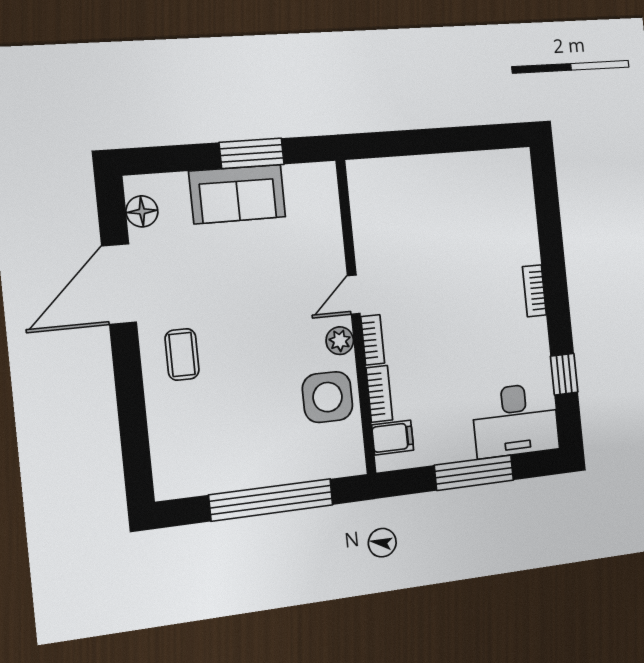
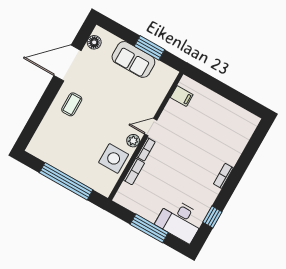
filing cabinet: (393, 438) -> (182, 96), moved

